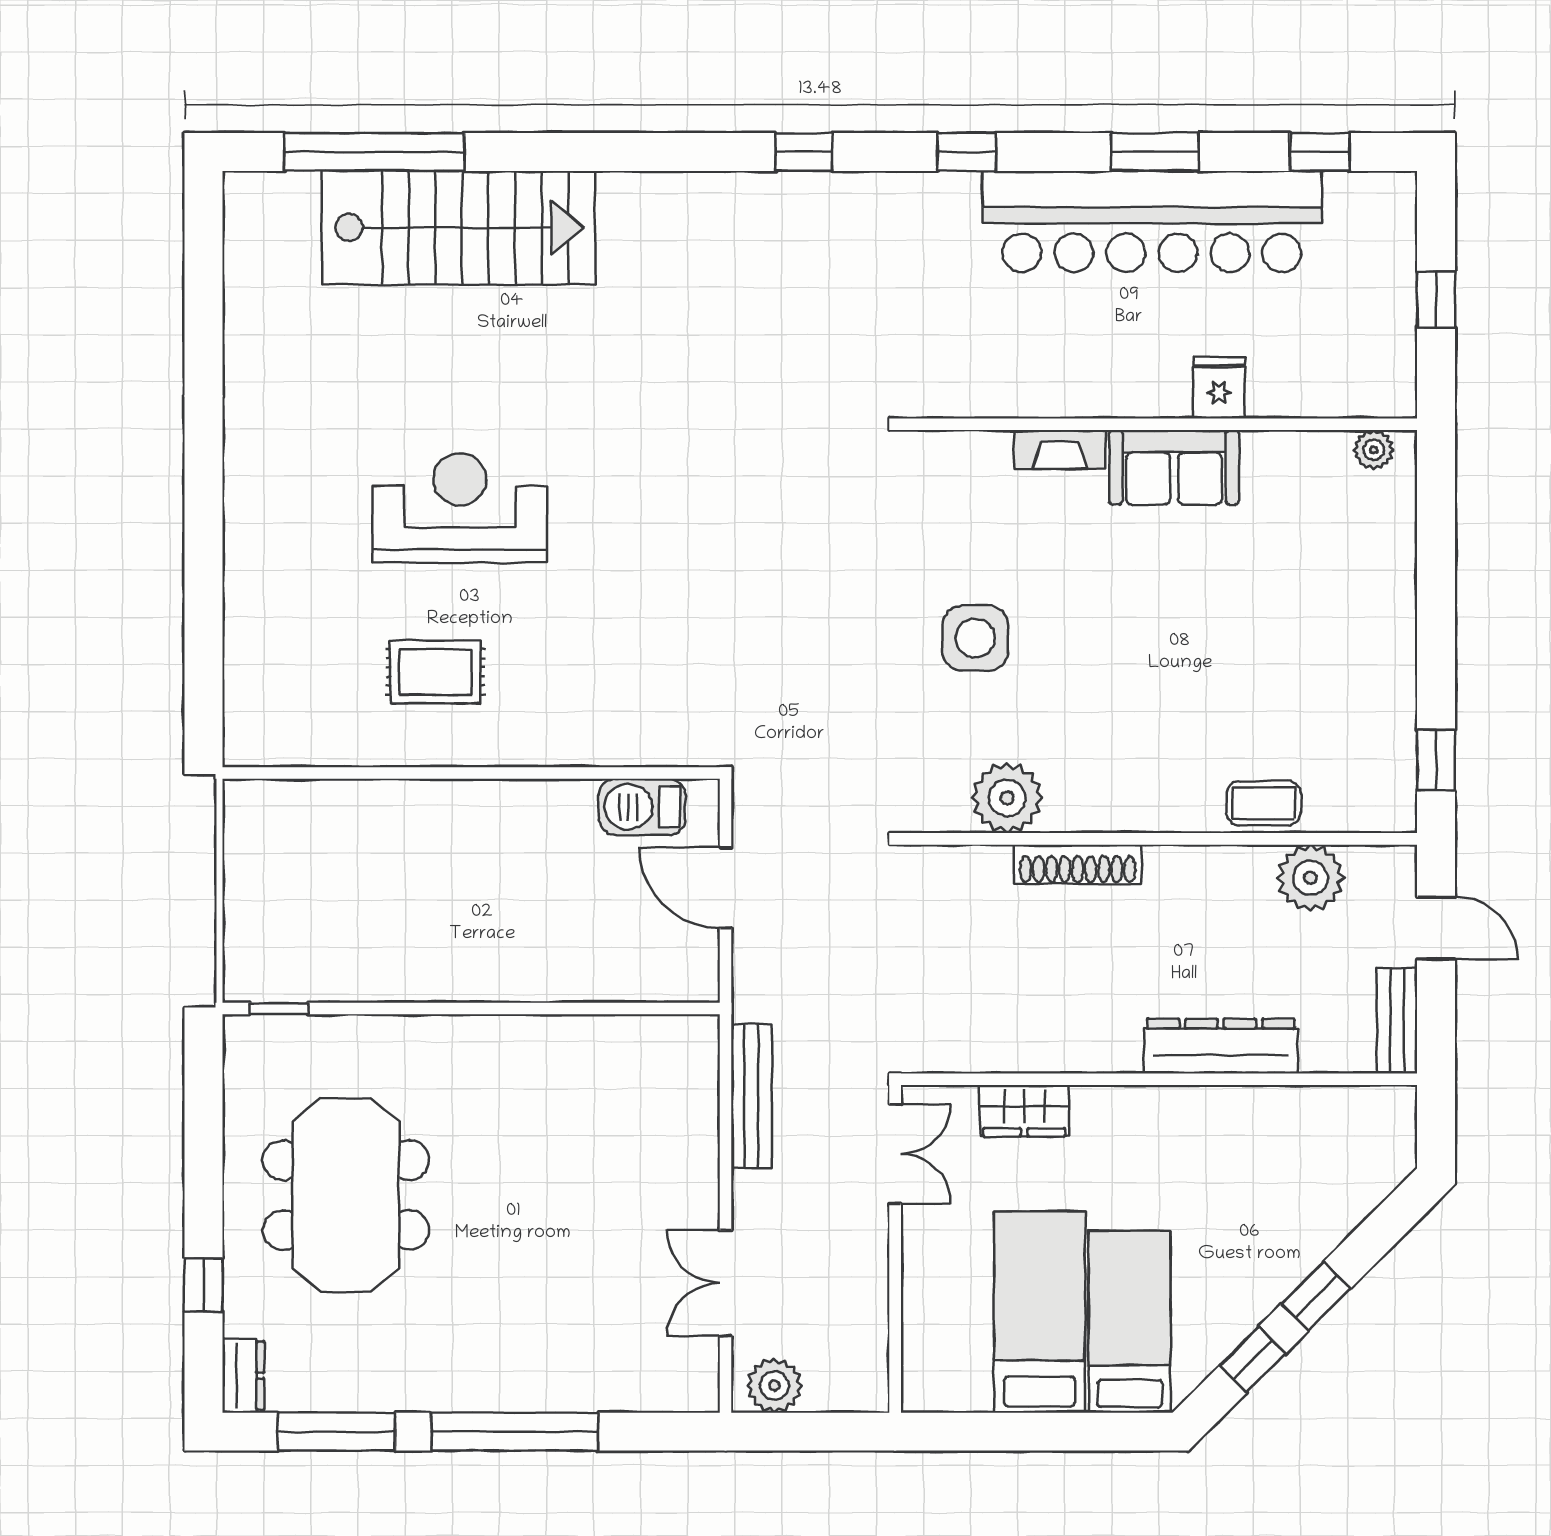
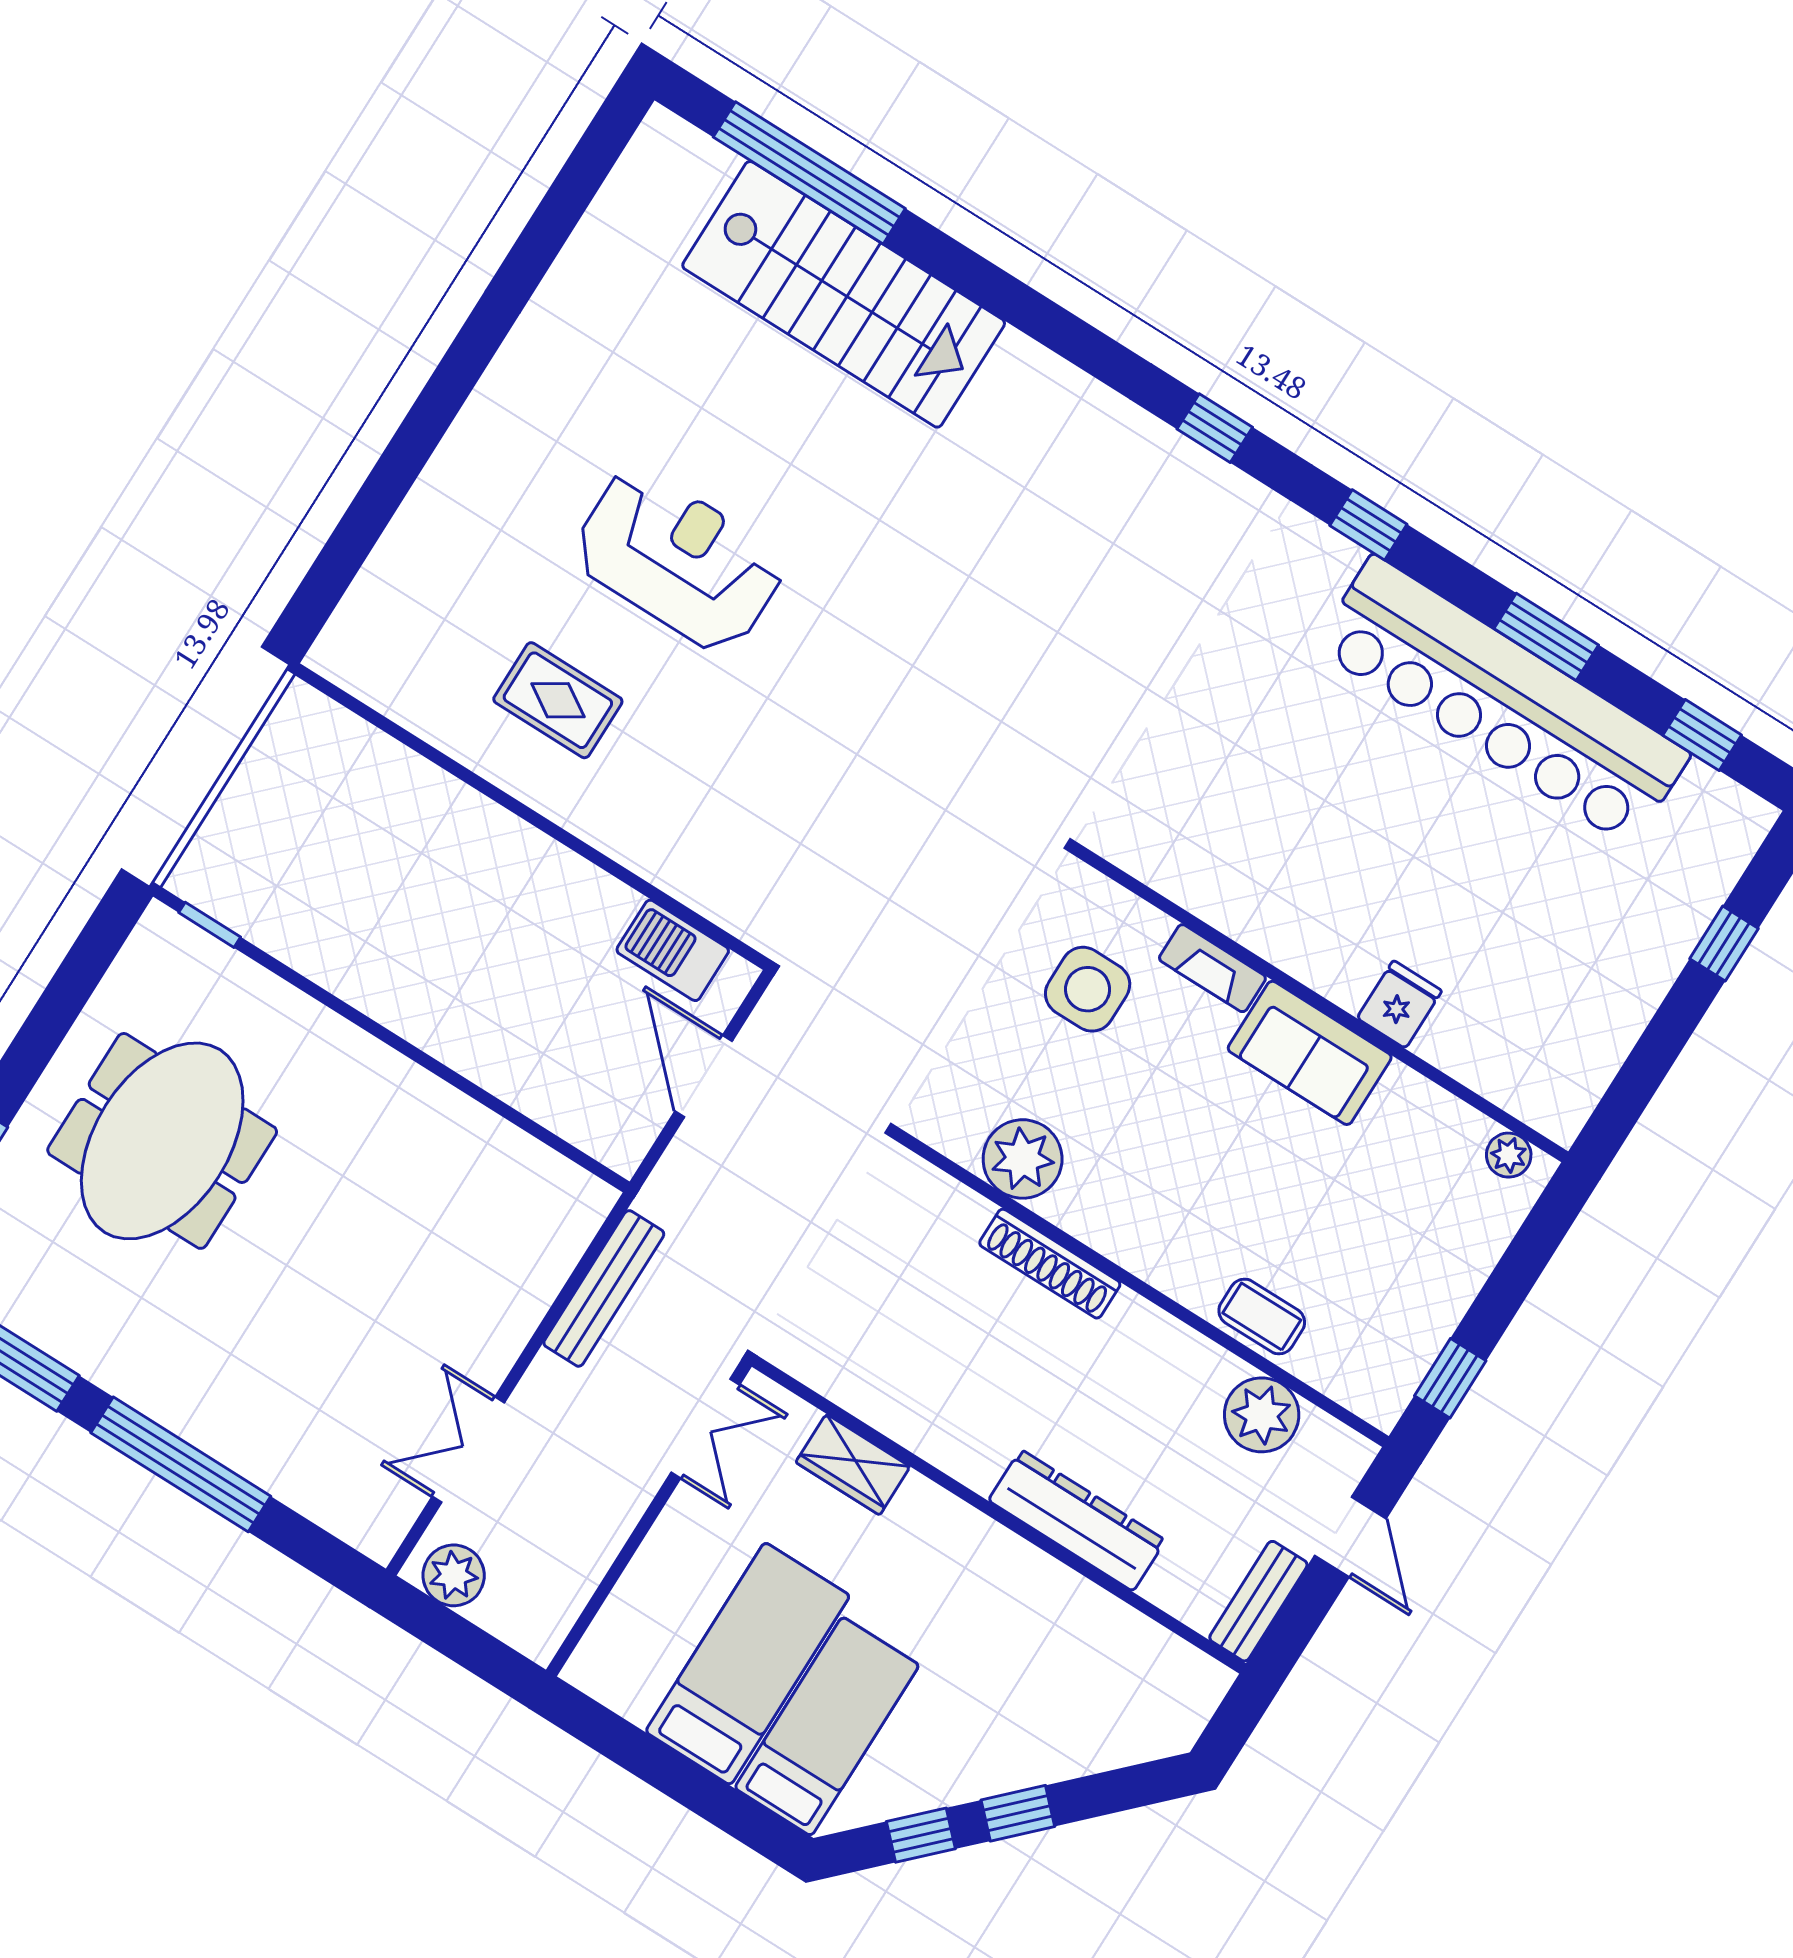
fridge: (1219, 388) -> (1399, 1004), moved
wall: (1159, 424) -> (1321, 1003), moved
fireplace: (1060, 449) -> (1212, 968), moved
plant: (1374, 450) -> (1509, 1155), moved
sofa: (1174, 467) -> (1310, 1053), moved

